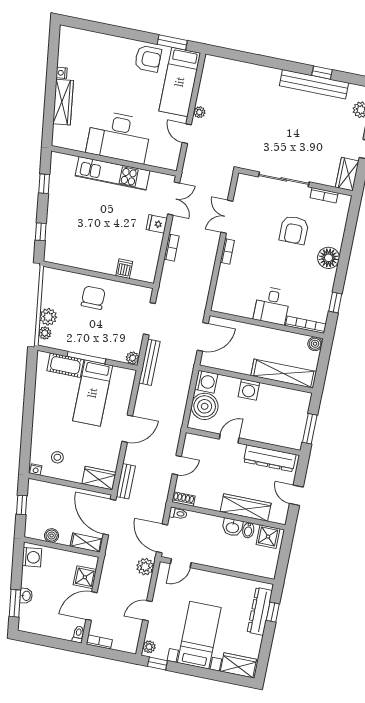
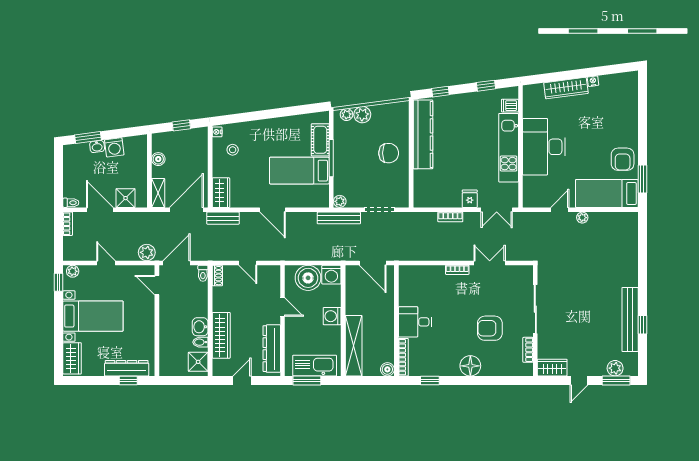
kitchen counter: (81, 259) -> (423, 134), added
dishwasher: (124, 269) -> (510, 106), moved, turned 180
kitchen sink: (296, 418) -> (315, 366), added
washing machine: (32, 557) -> (114, 147), moved

